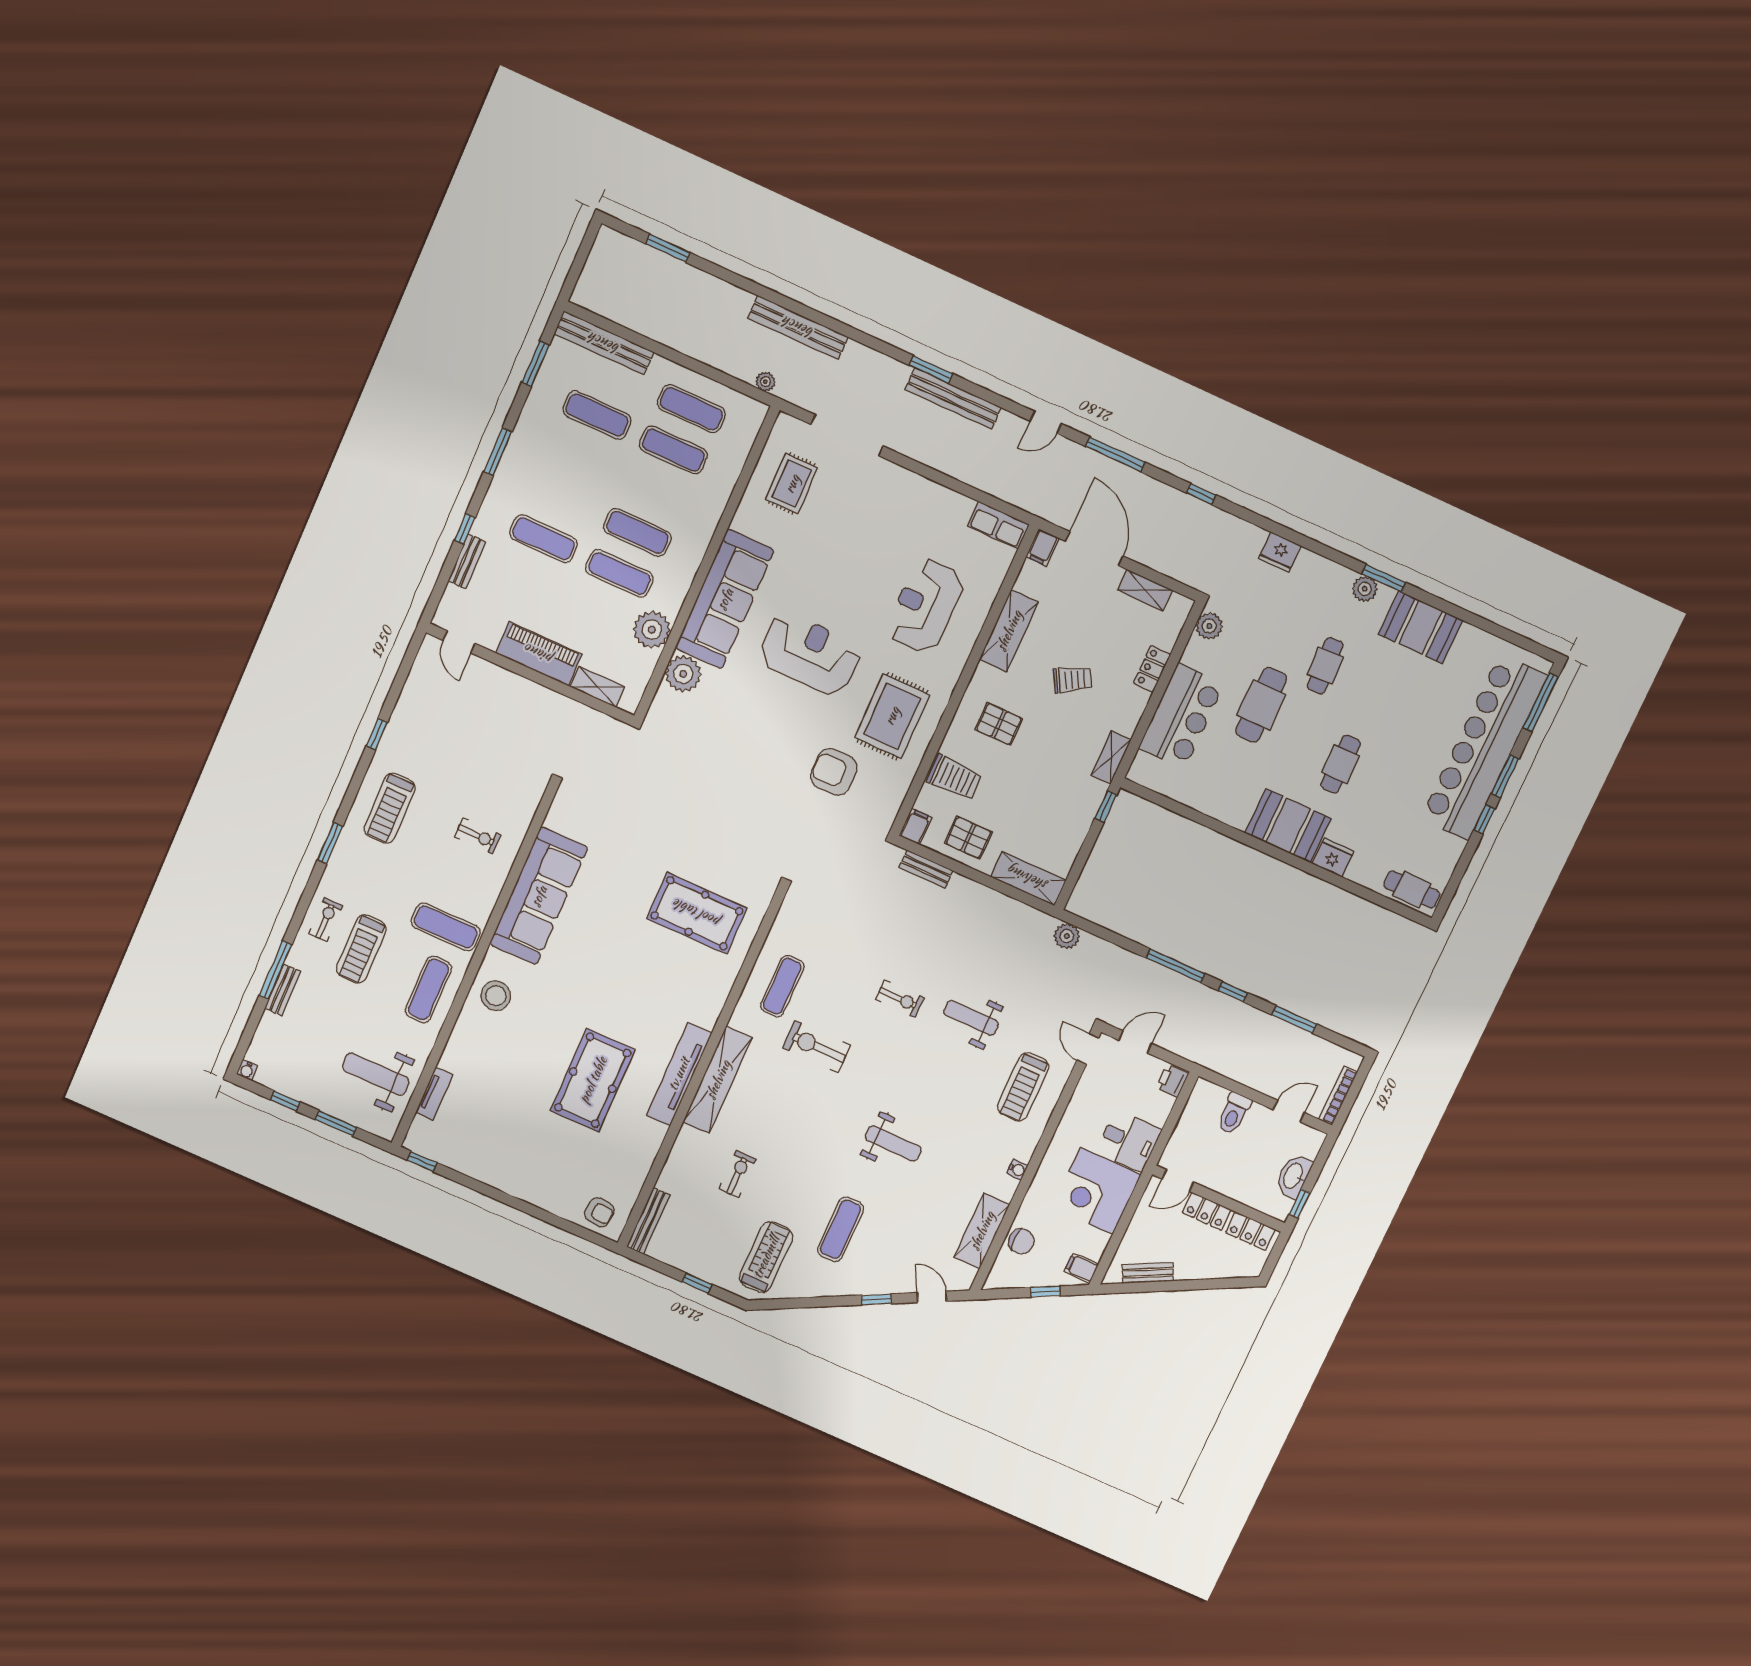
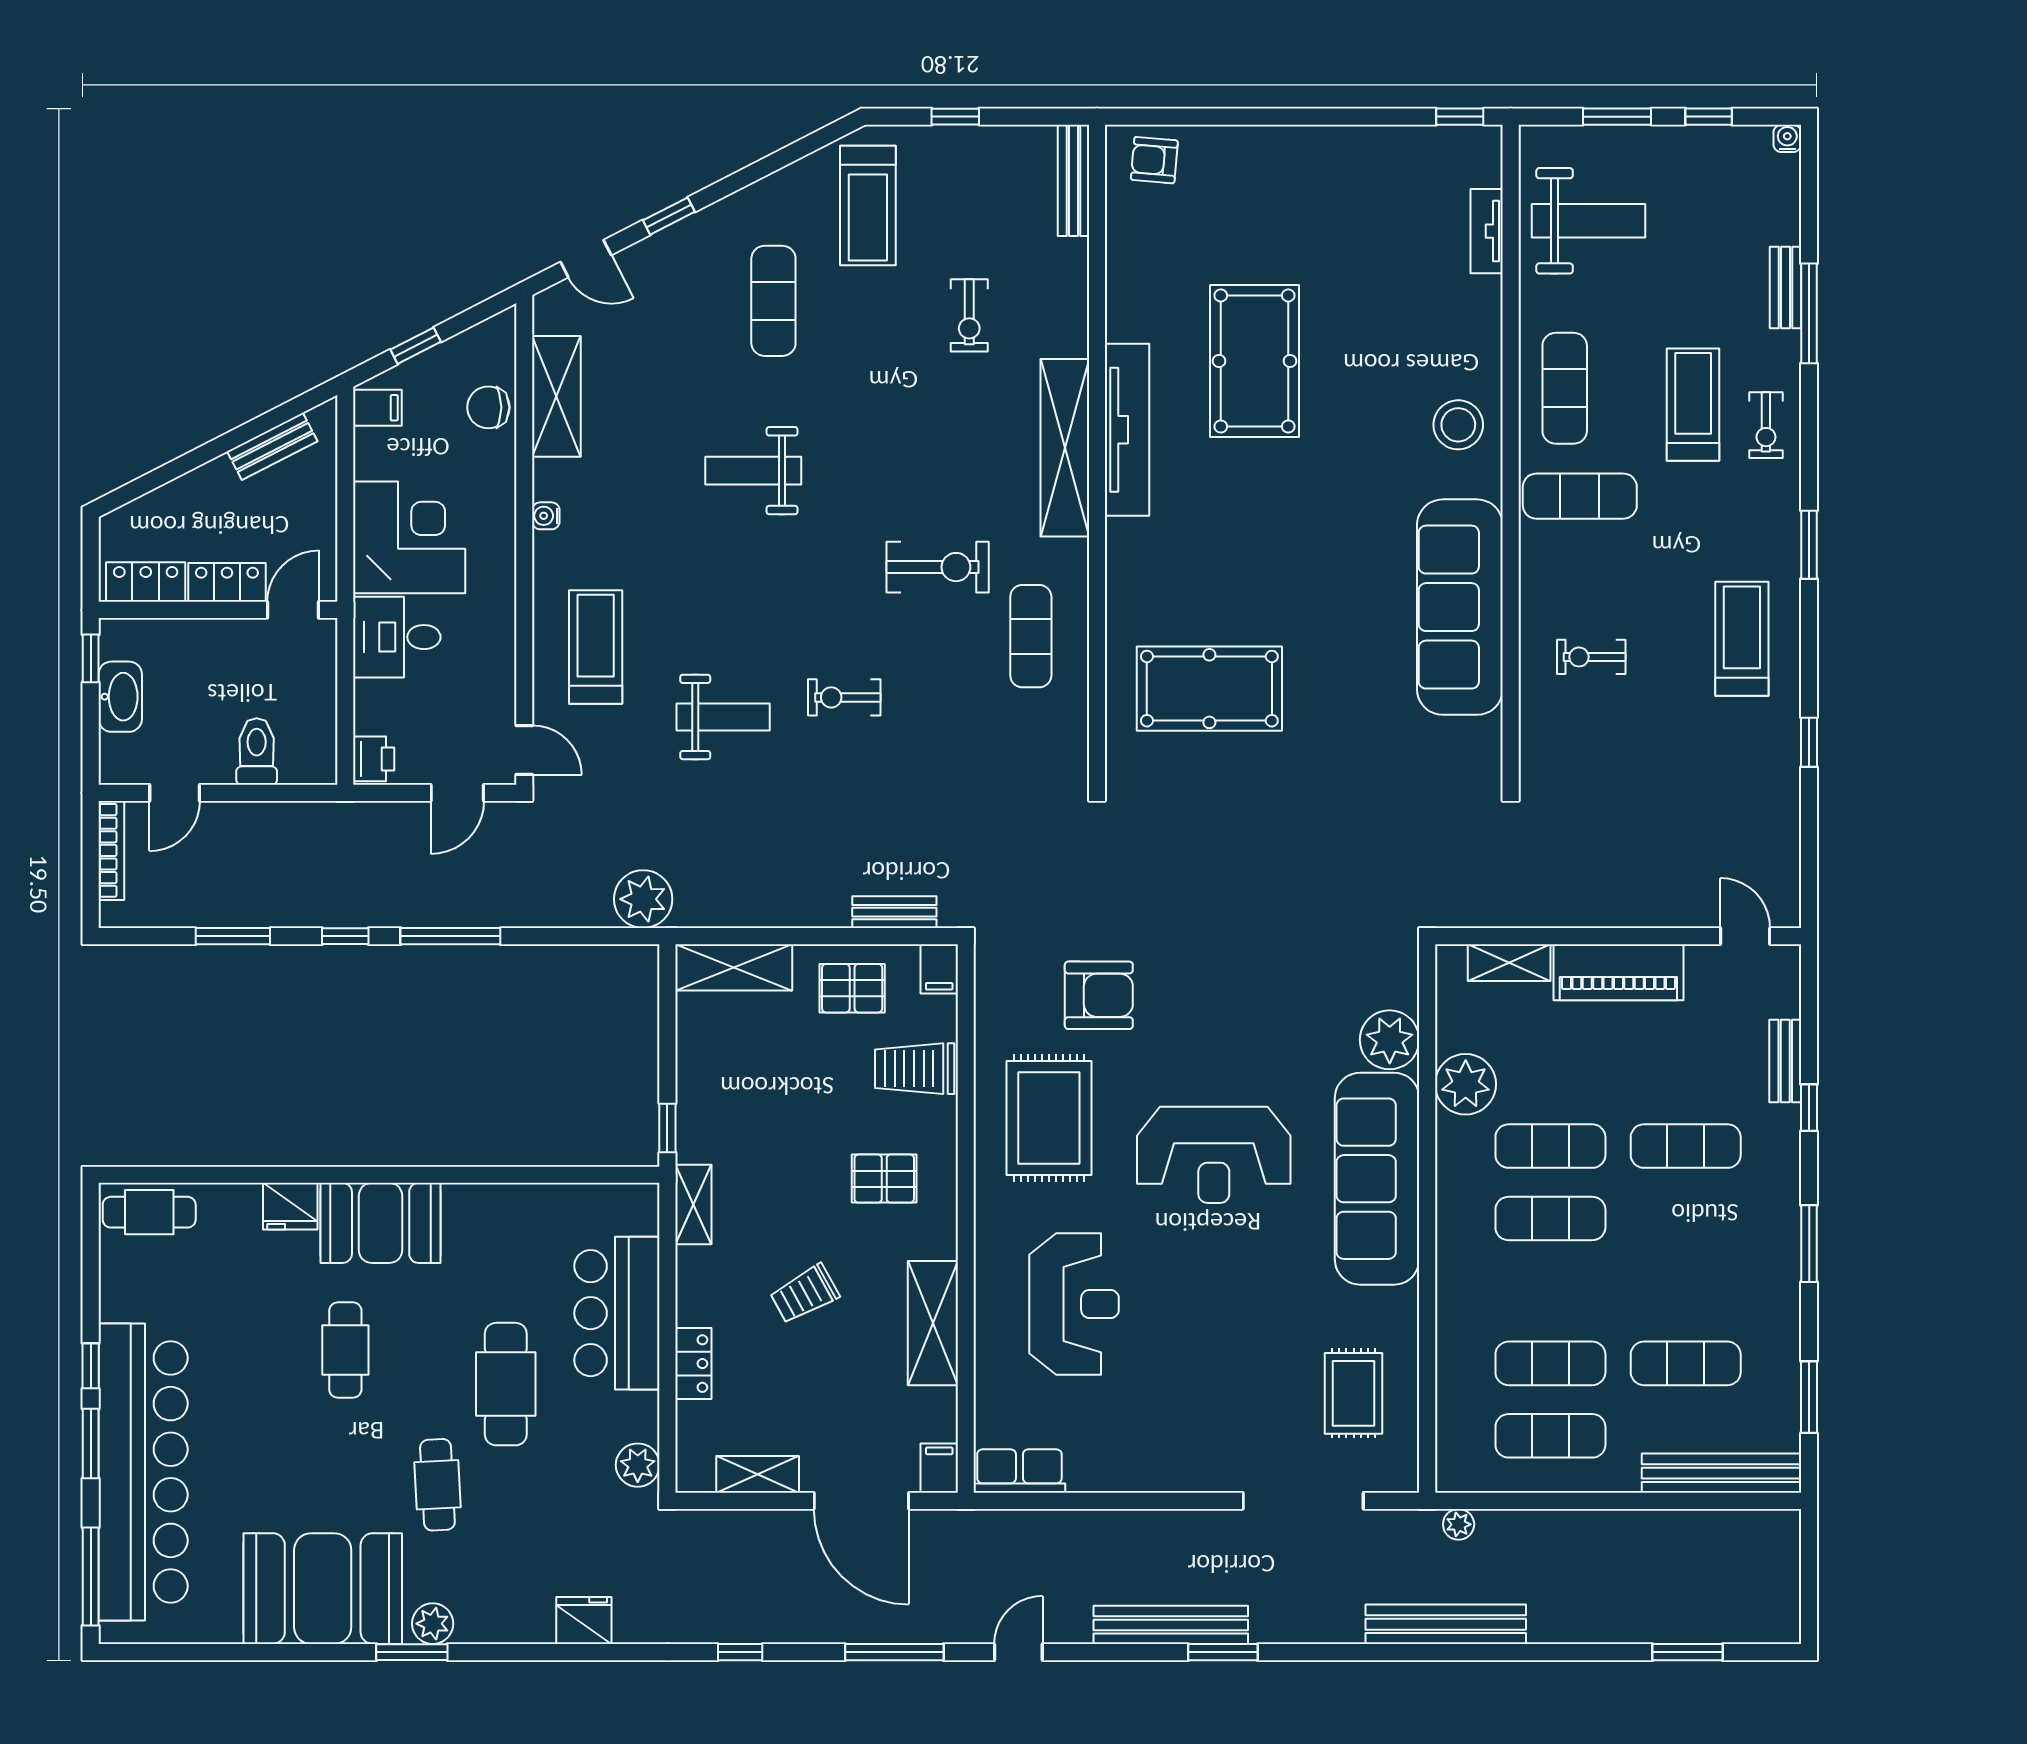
booth: (1421, 627) -> (323, 1589), width x1.36, depth x1.42
plant: (1067, 936) -> (643, 899), width x1.36, depth x1.36

